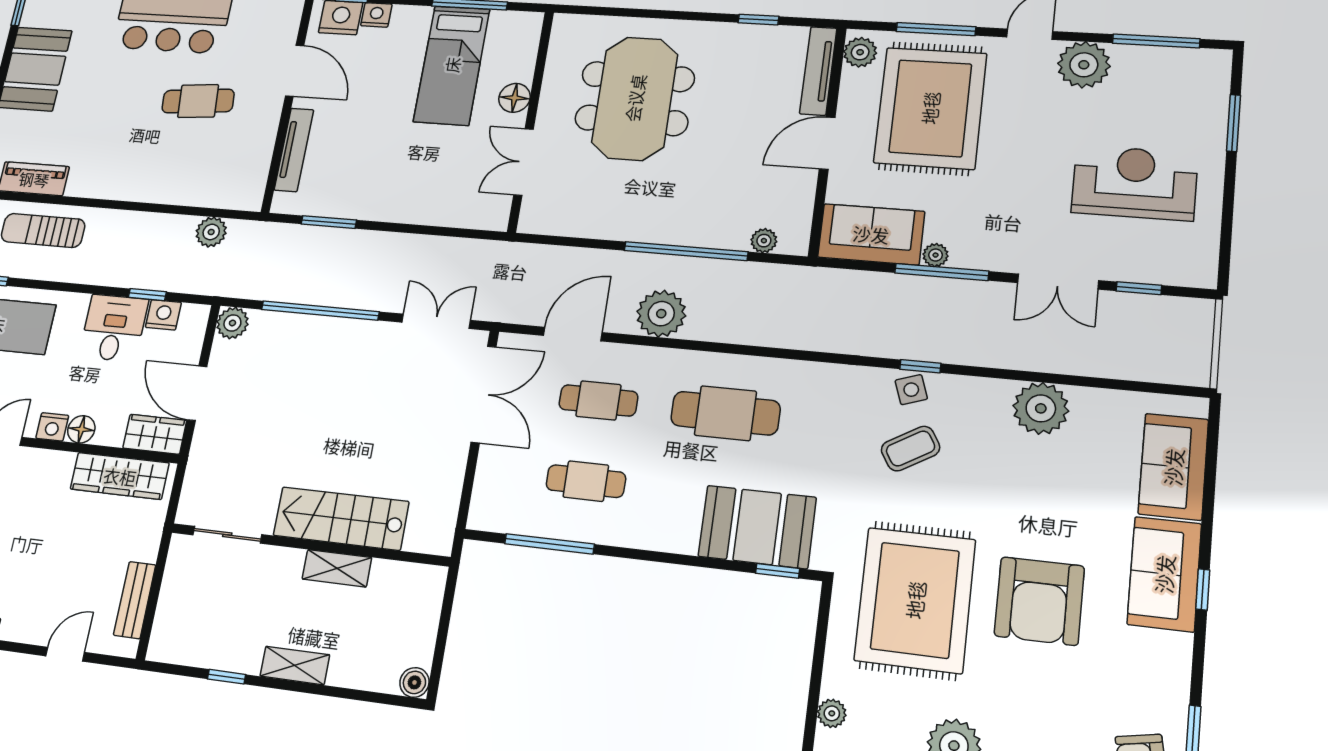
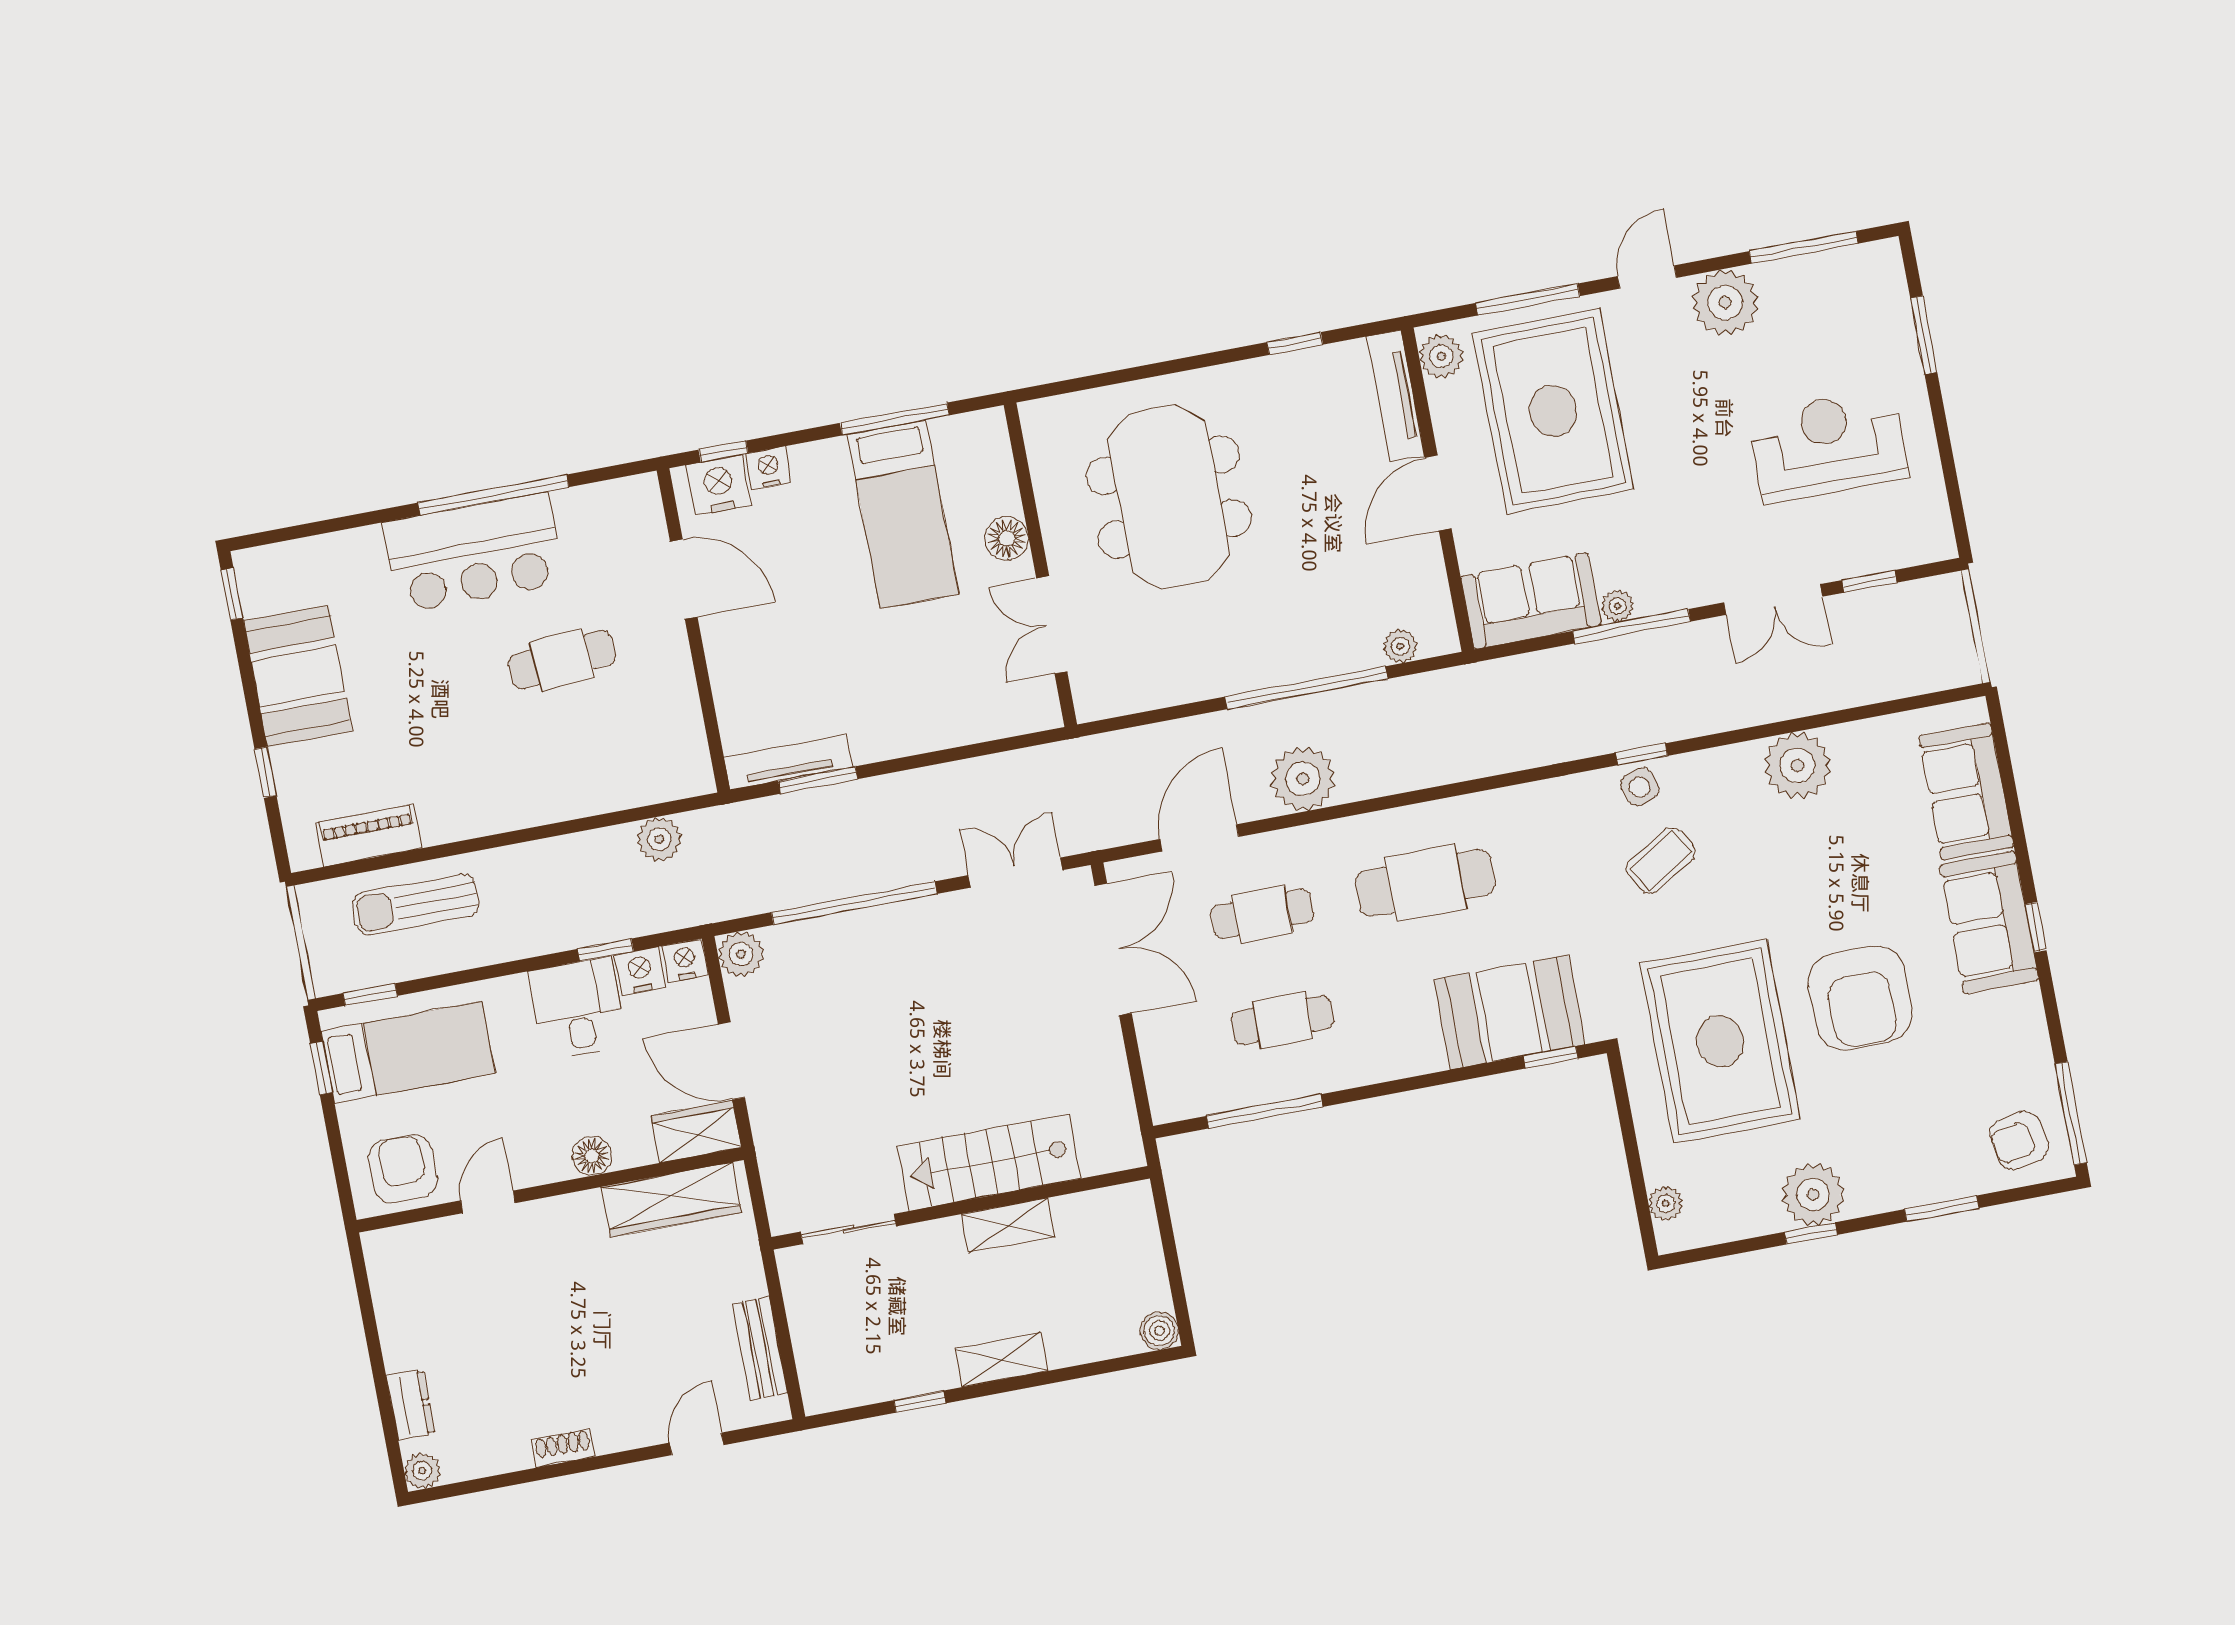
tv unit: (294, 150) -> (788, 762), moved, turned -90
nightstand: (52, 427) -> (685, 960), moved, turned 180

